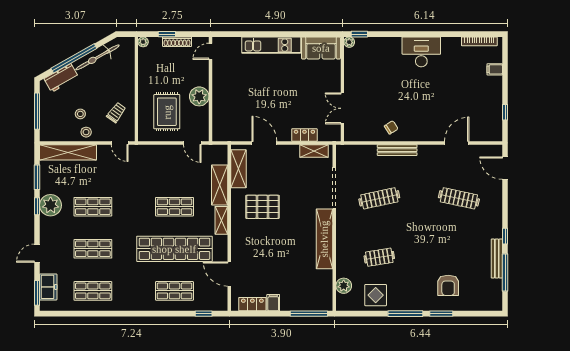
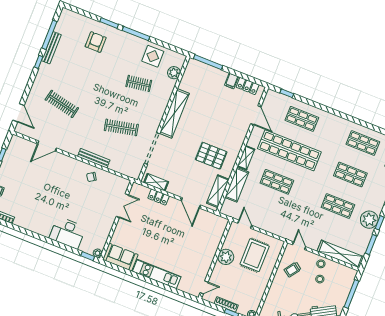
desk: (421, 52) -> (68, 233), moved

